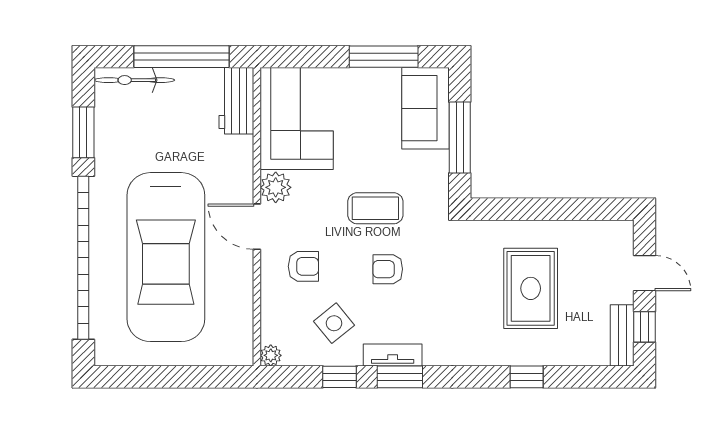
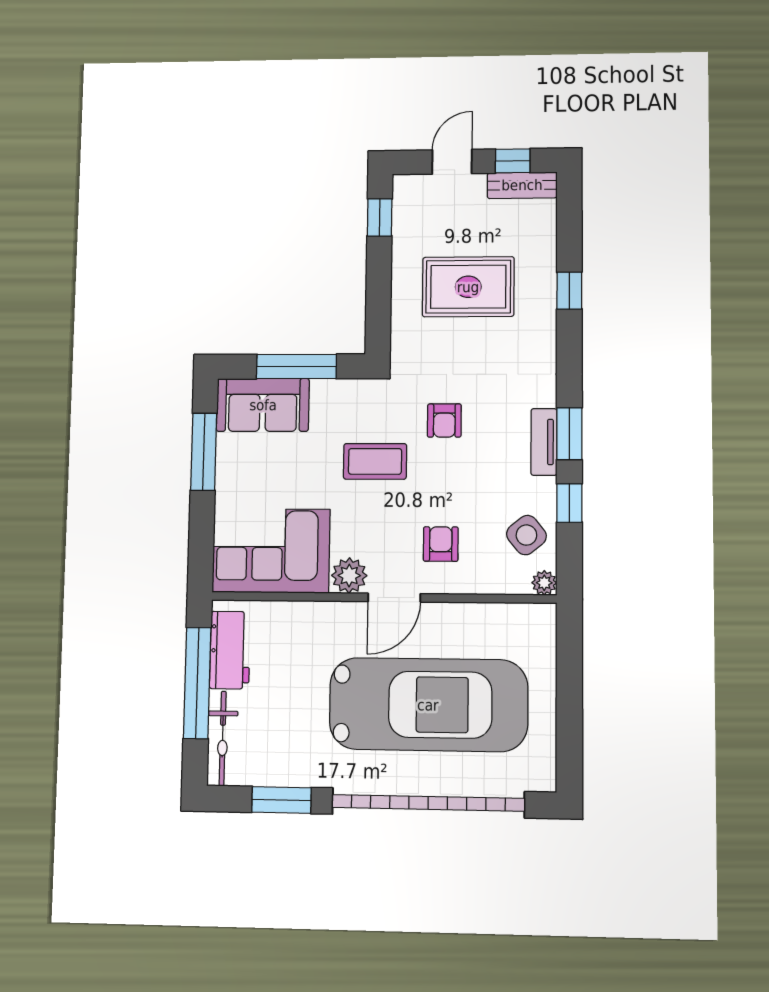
workbench: (236, 101) -> (230, 650), moved, turned -90
coffee table: (375, 208) -> (375, 461), turned 90
window: (594, 209) -> (380, 217), added
armchair: (388, 269) -> (444, 421), moved
side table: (334, 323) -> (526, 535), moved

